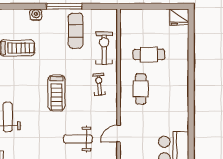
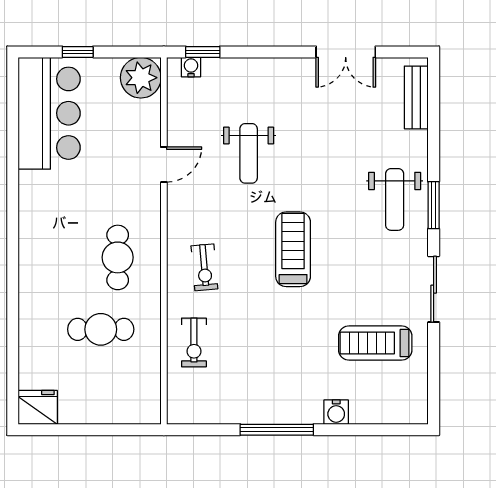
exercise mat: (76, 31) -> (253, 379), removed
exercise bike: (104, 48) -> (194, 342), width x0.73, depth x0.72
weight bench: (78, 139) -> (249, 153), turned 90

